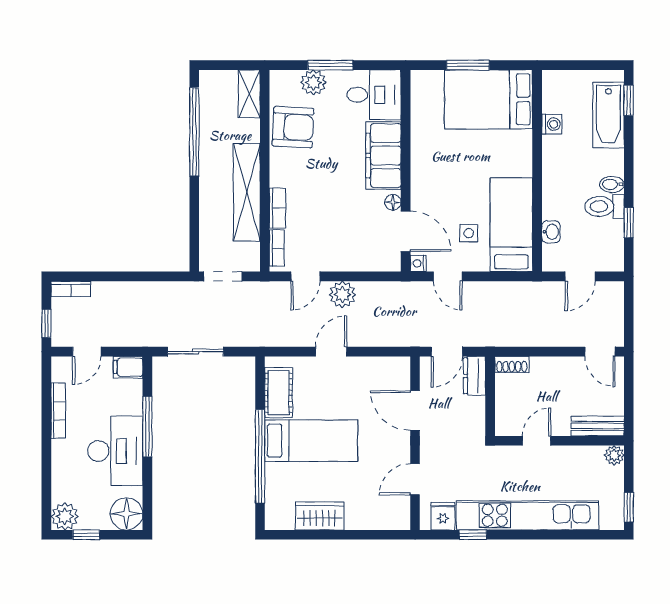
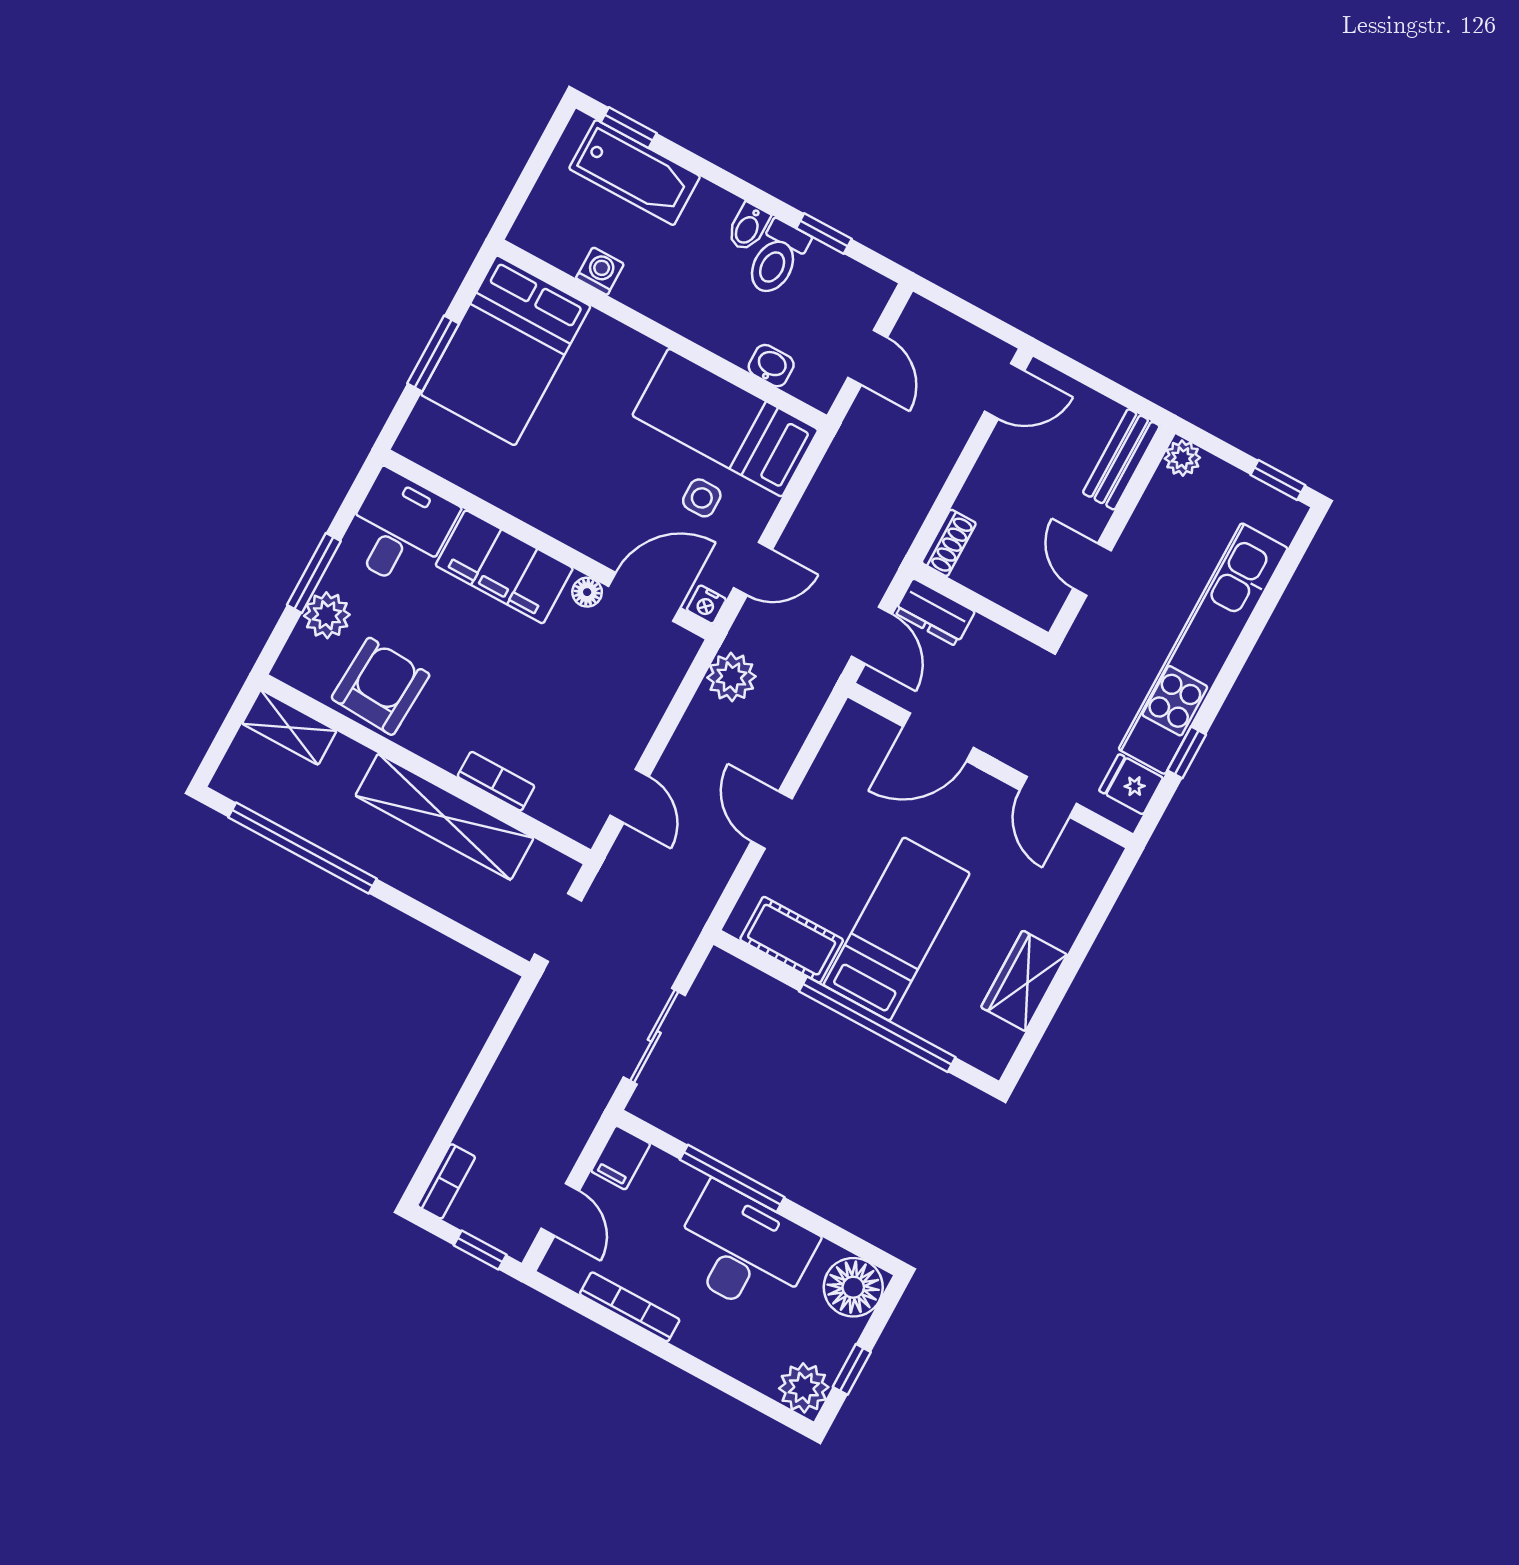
bookcase: (277, 248) -> (560, 817), removed
plant: (342, 295) -> (731, 677), moved

